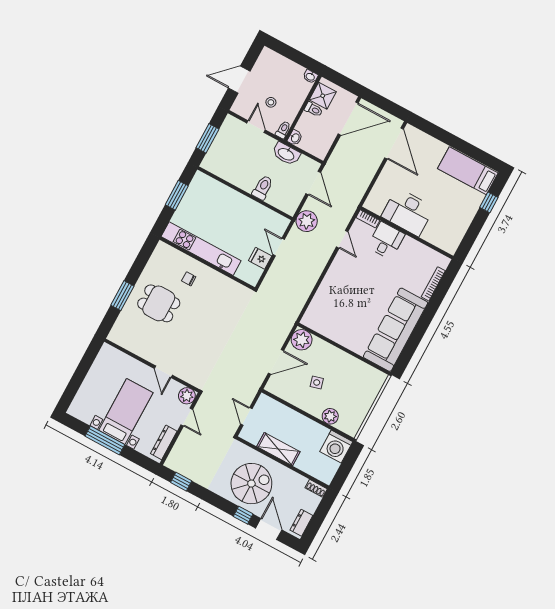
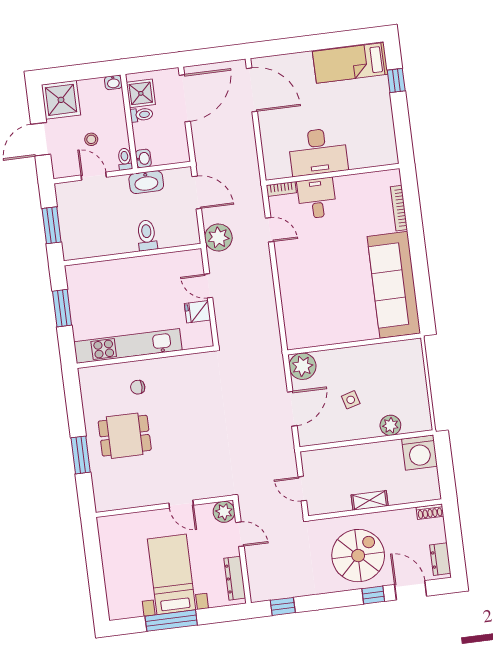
shower: (270, 64) -> (61, 100), added
shelving: (278, 449) -> (370, 500), width x0.67, depth x0.75

